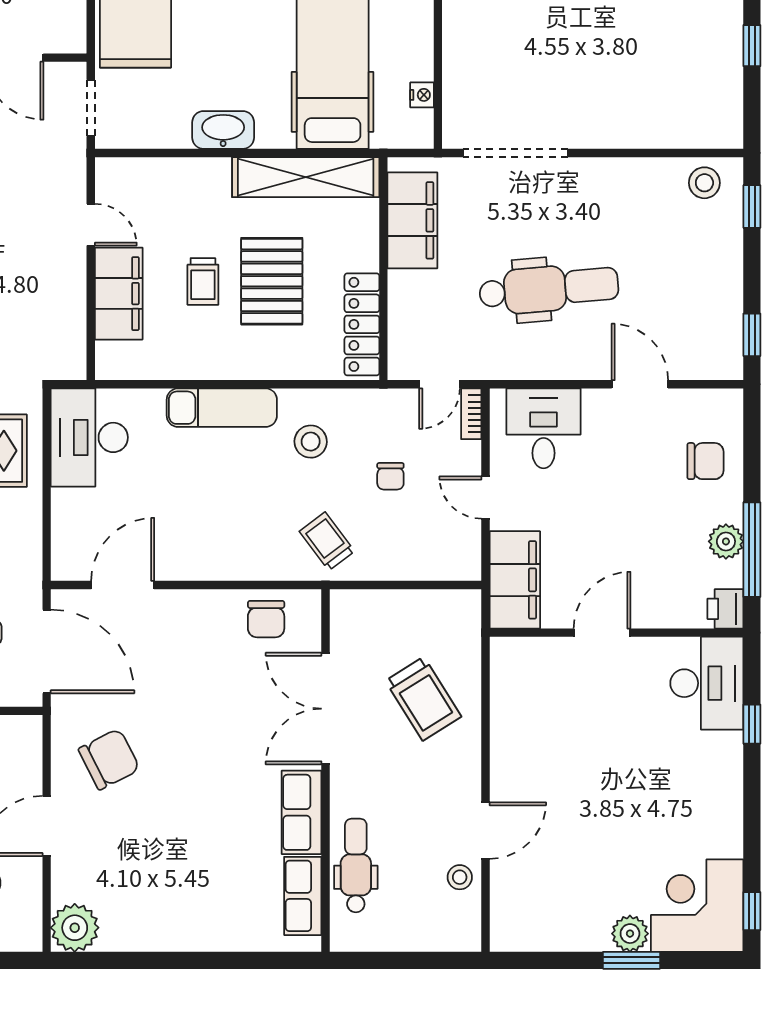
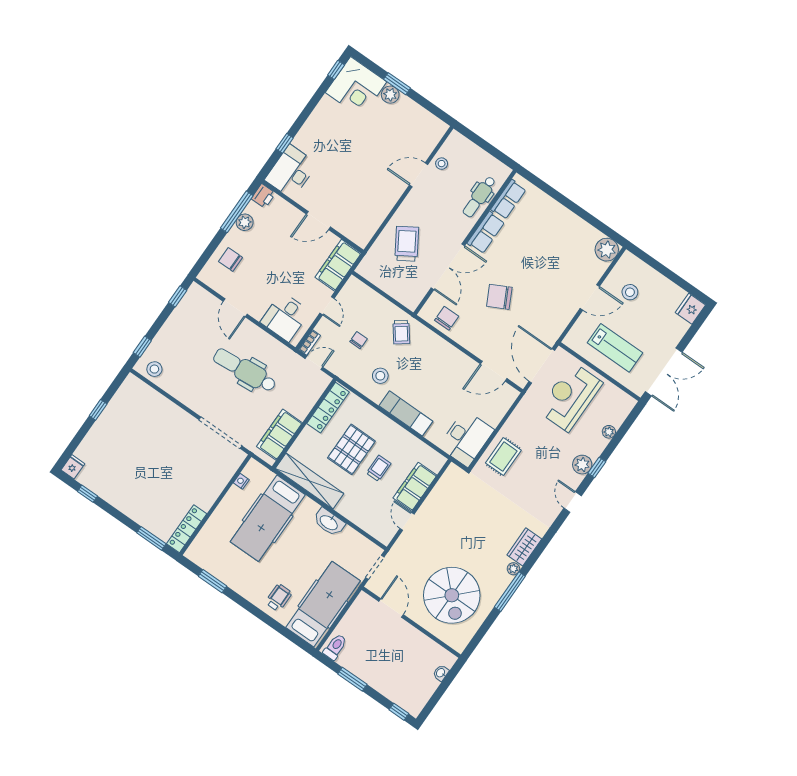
chair: (109, 759) -> (499, 297), moved

